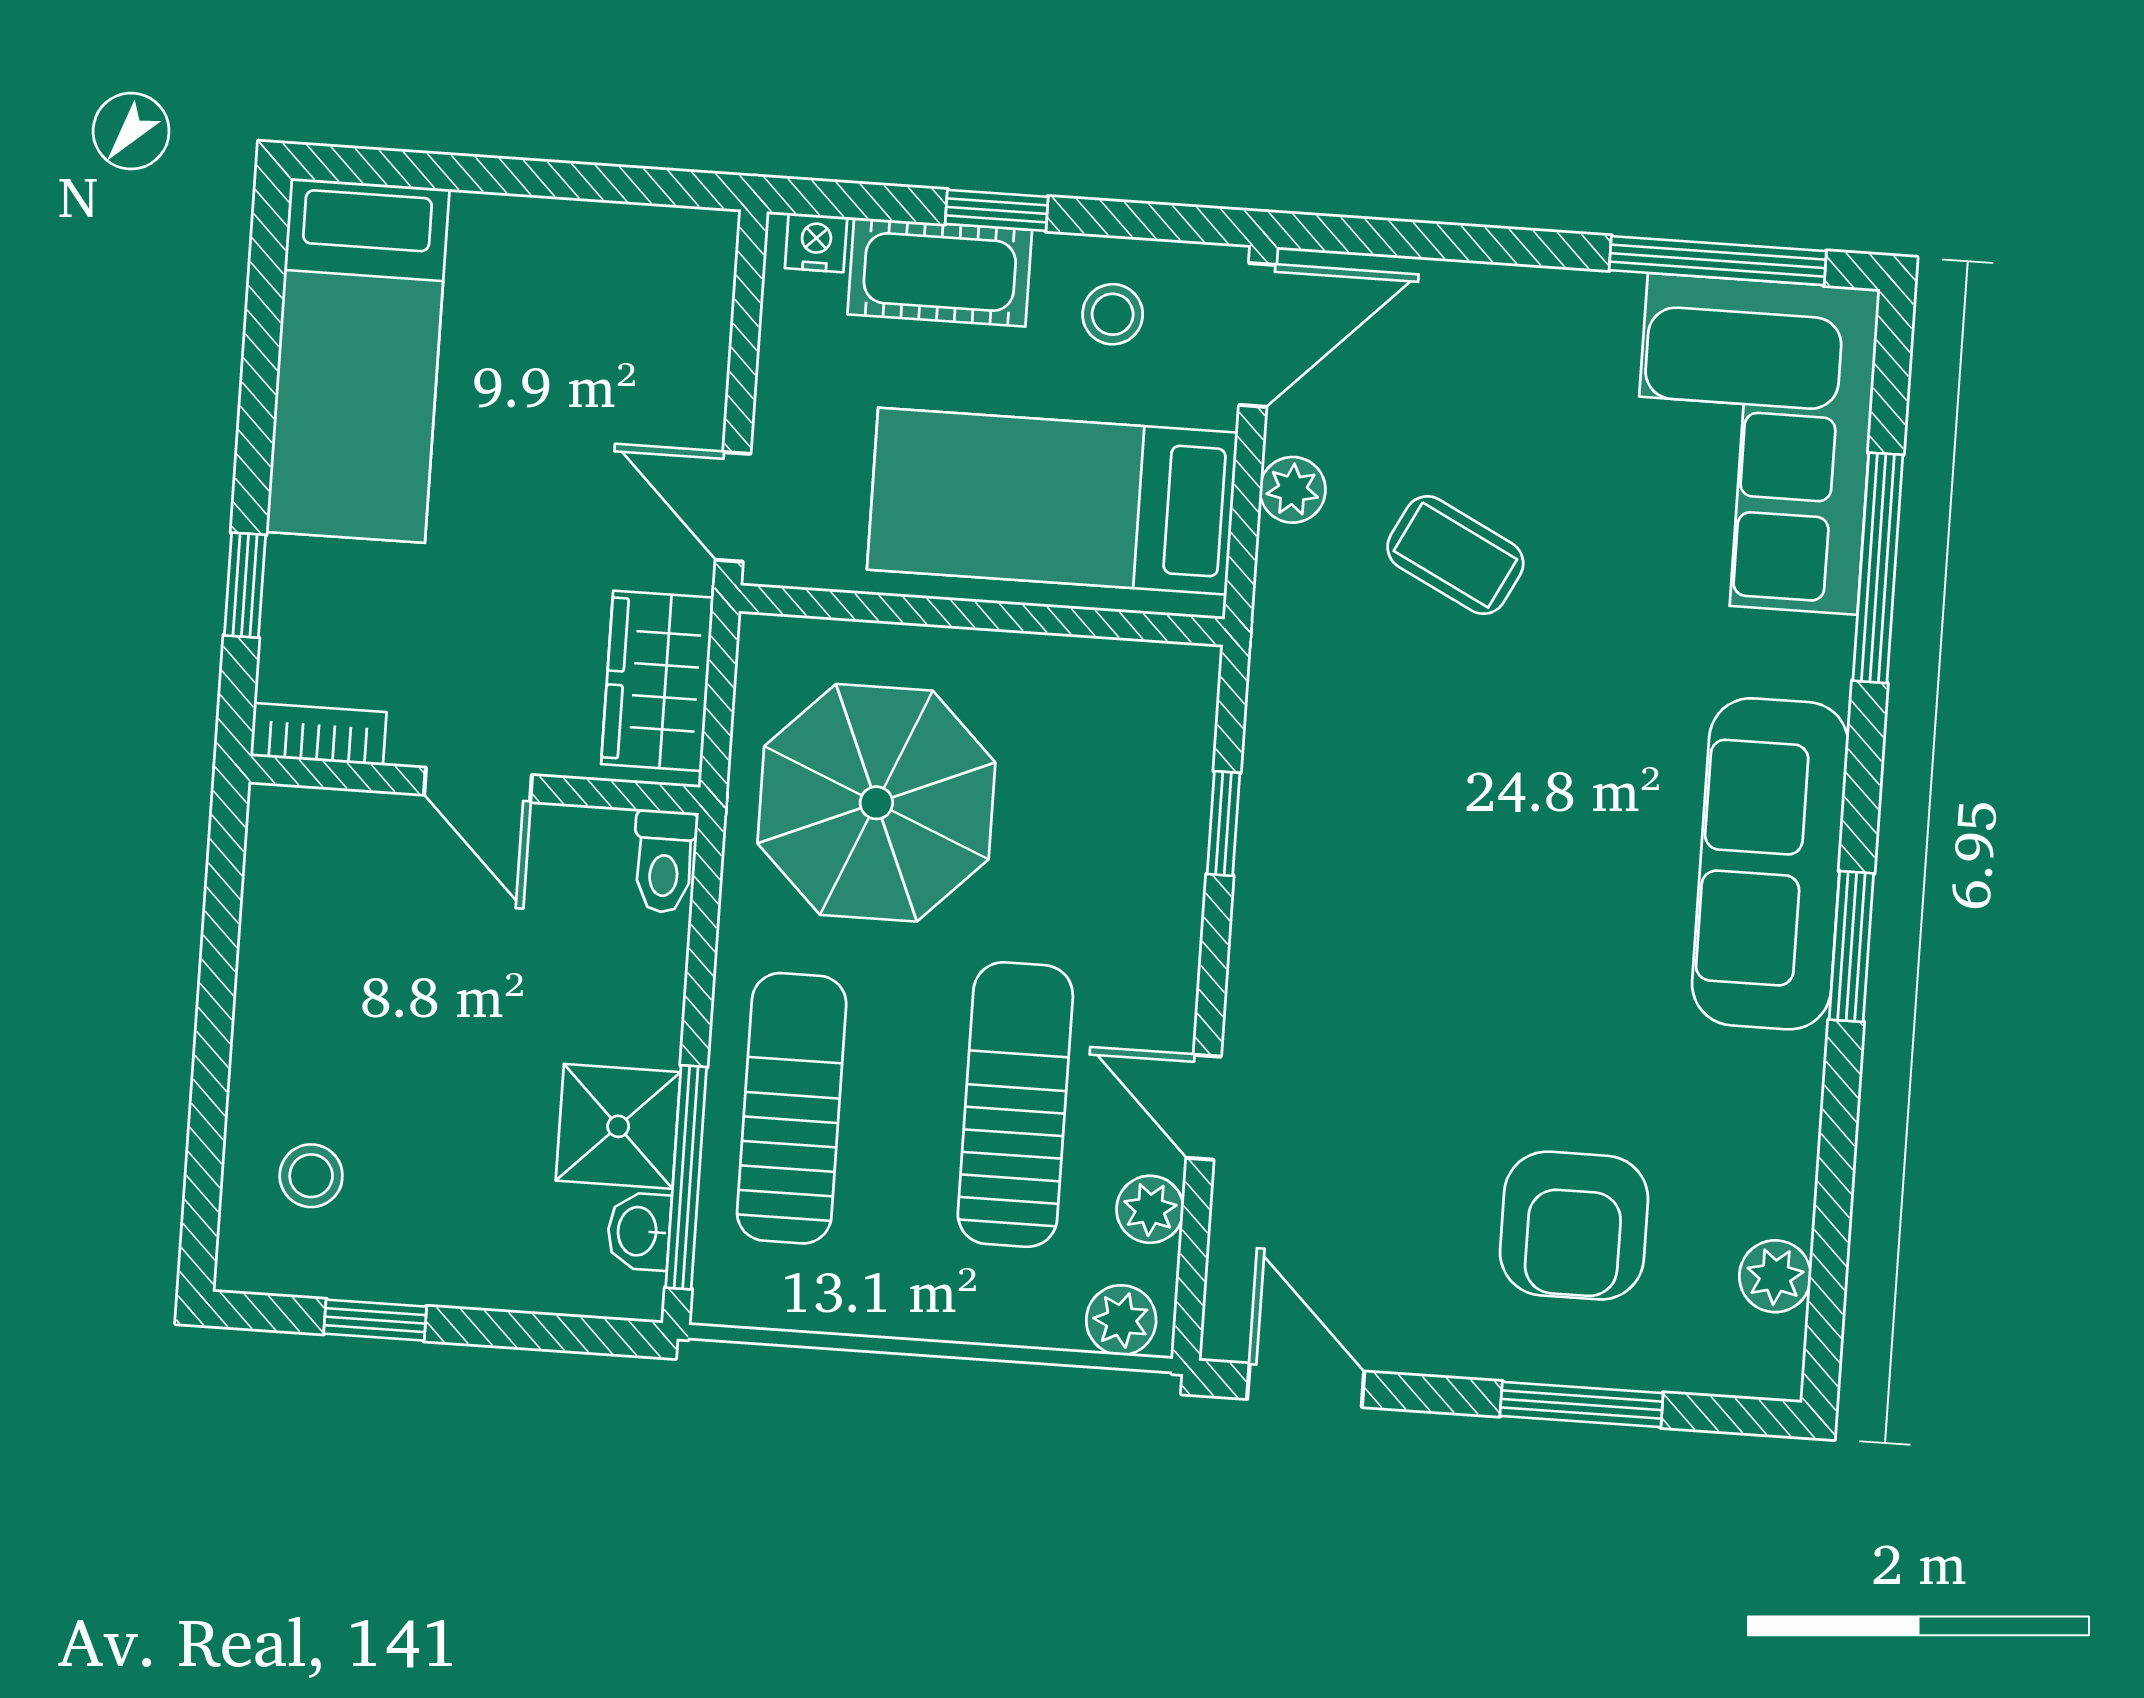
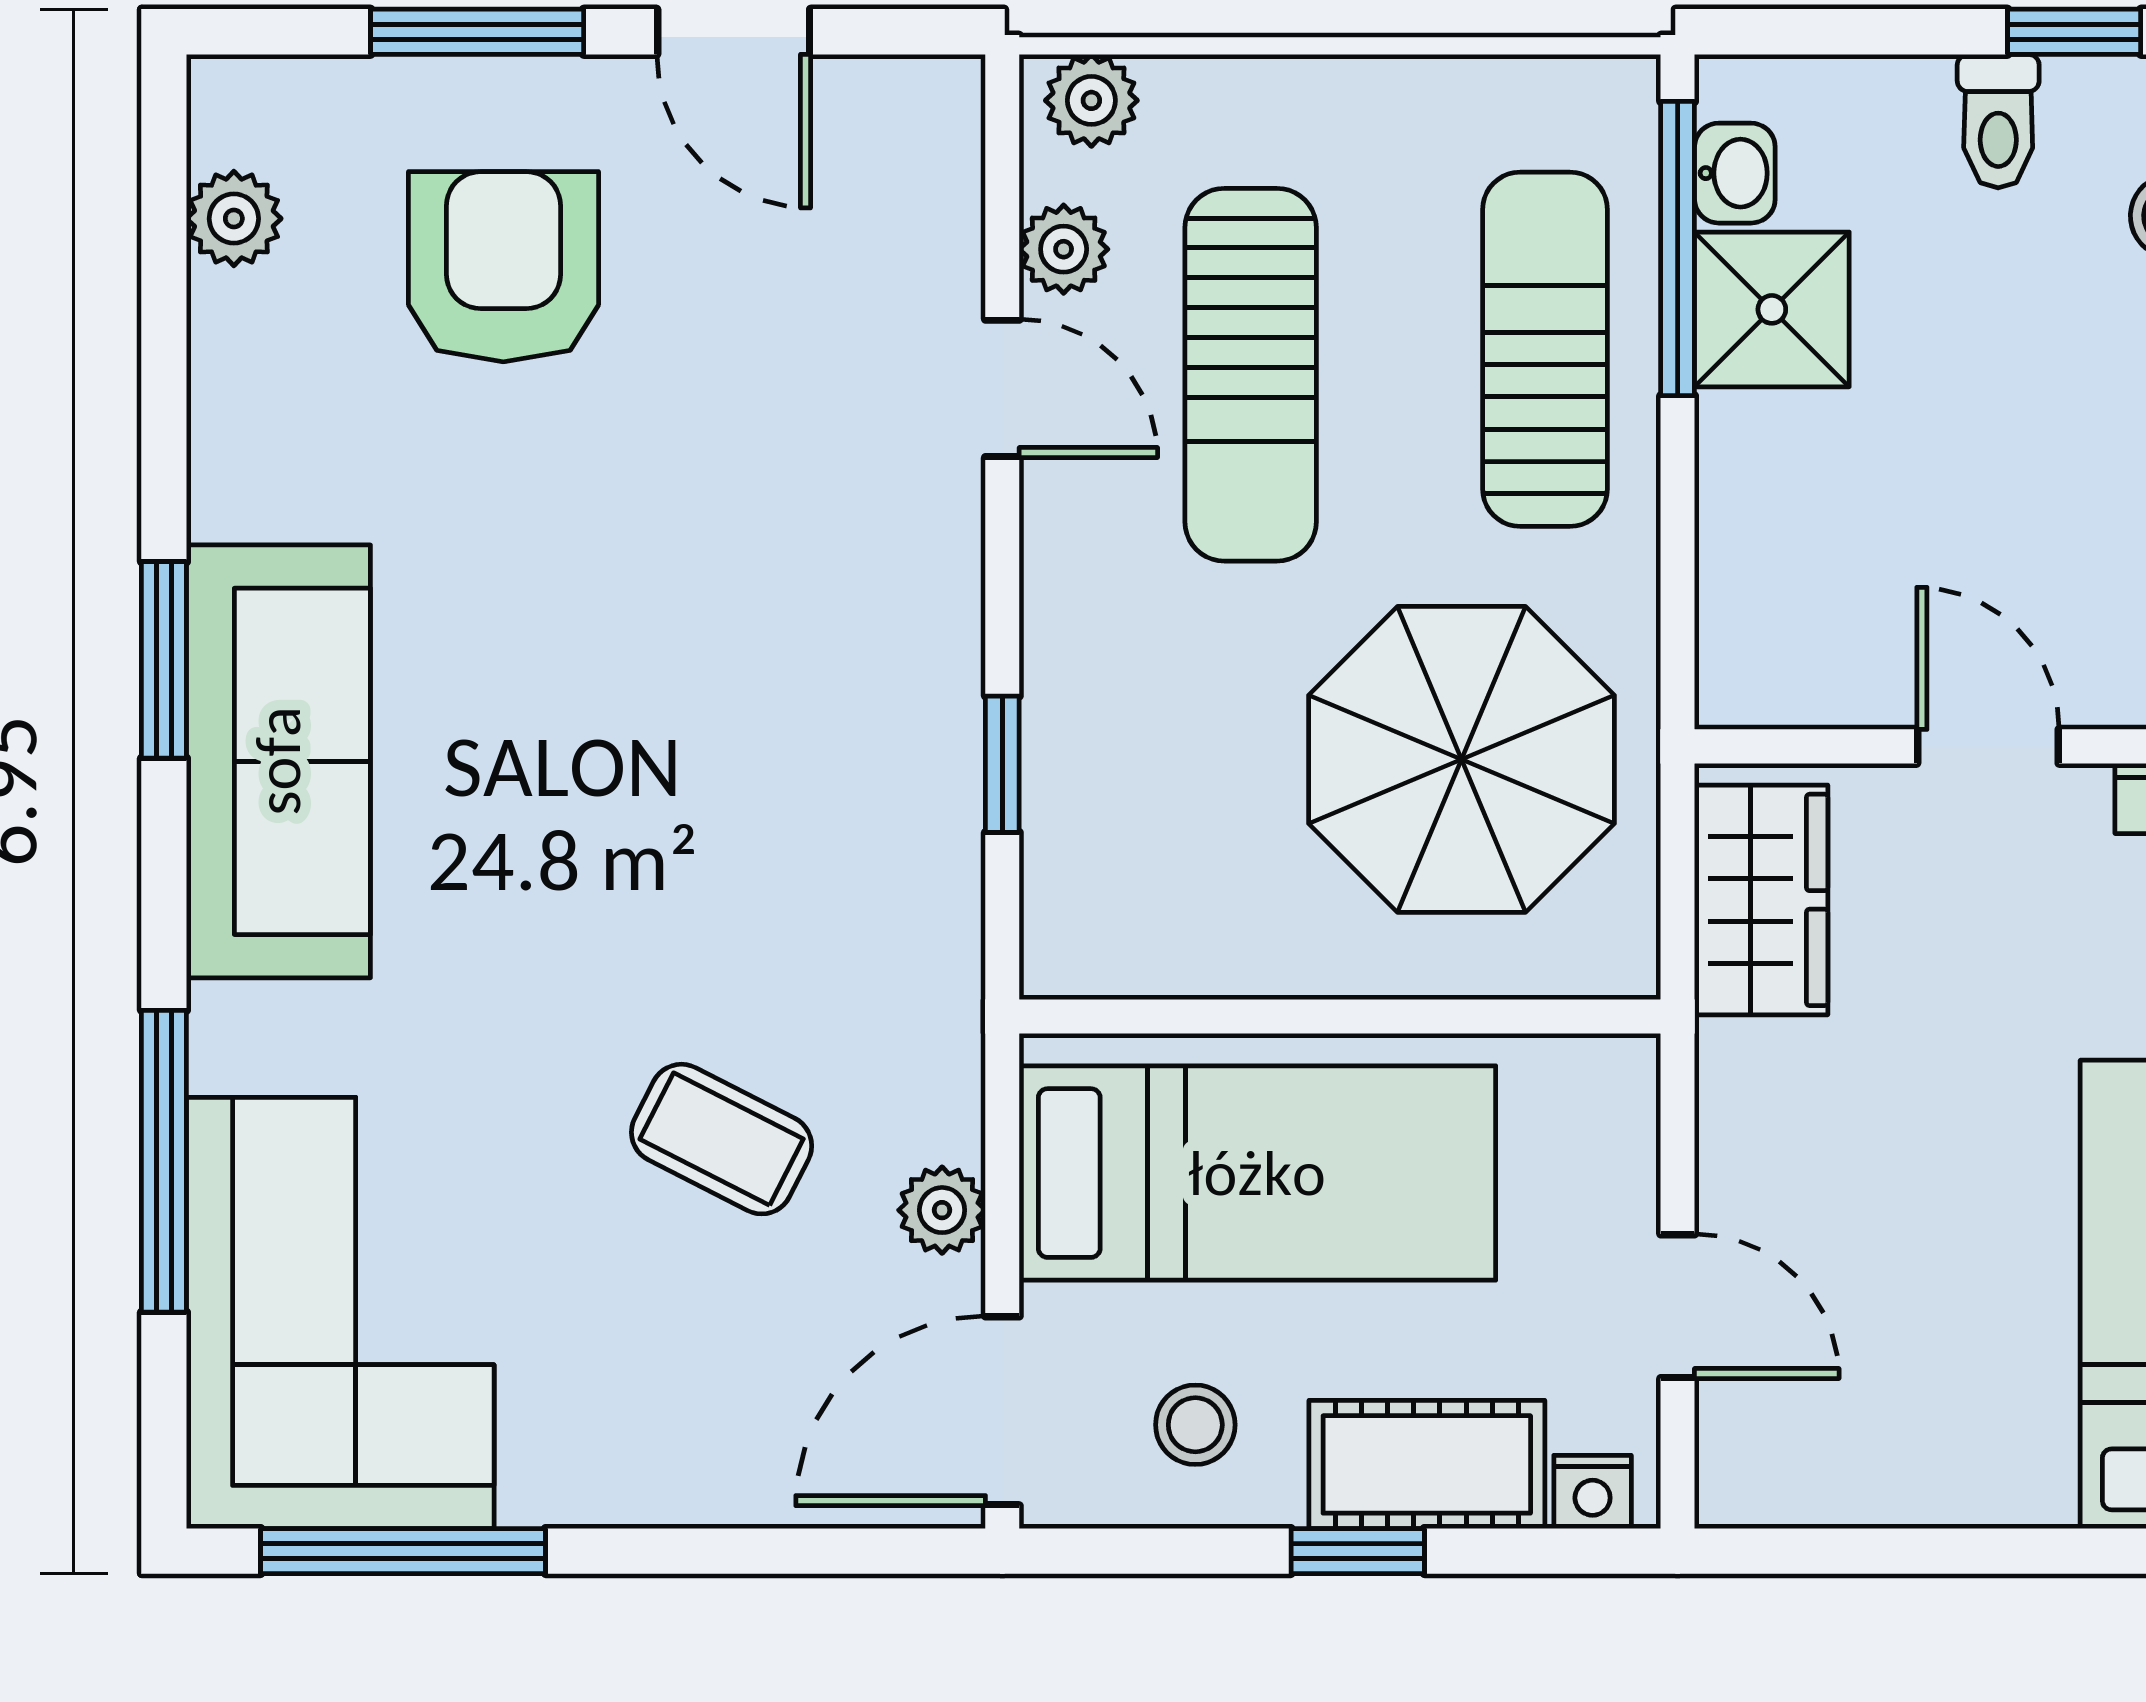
door: (733, 507) -> (1678, 1306), moved
toilet: (664, 861) -> (1998, 121), moved, turned 180
sun lounger: (792, 1108) -> (1545, 349), turned 180
door: (1306, 1385) -> (734, 32), moved

